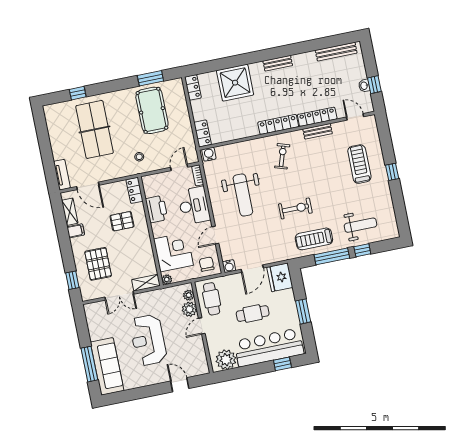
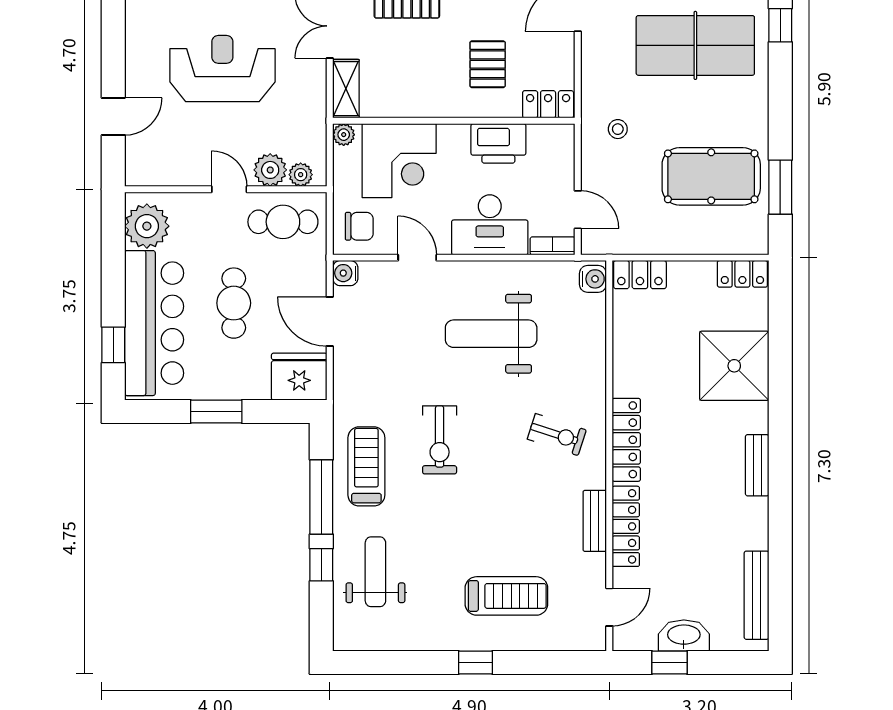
washbasin: (364, 86) -> (684, 636), width x1.91, depth x1.45
weight bench: (361, 225) -> (375, 572), turned 180

